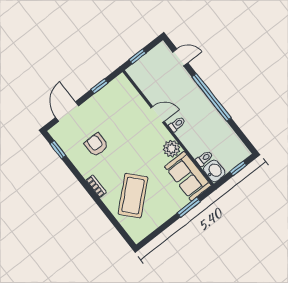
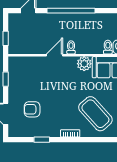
armchair: (96, 145) -> (32, 109), moved
window: (58, 150) -> (42, 140), moved

